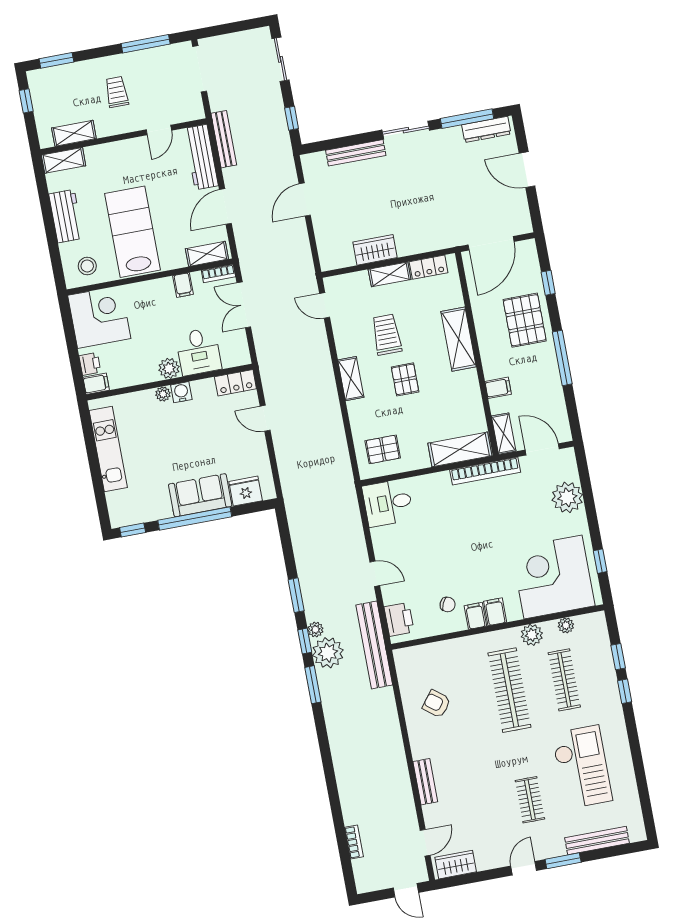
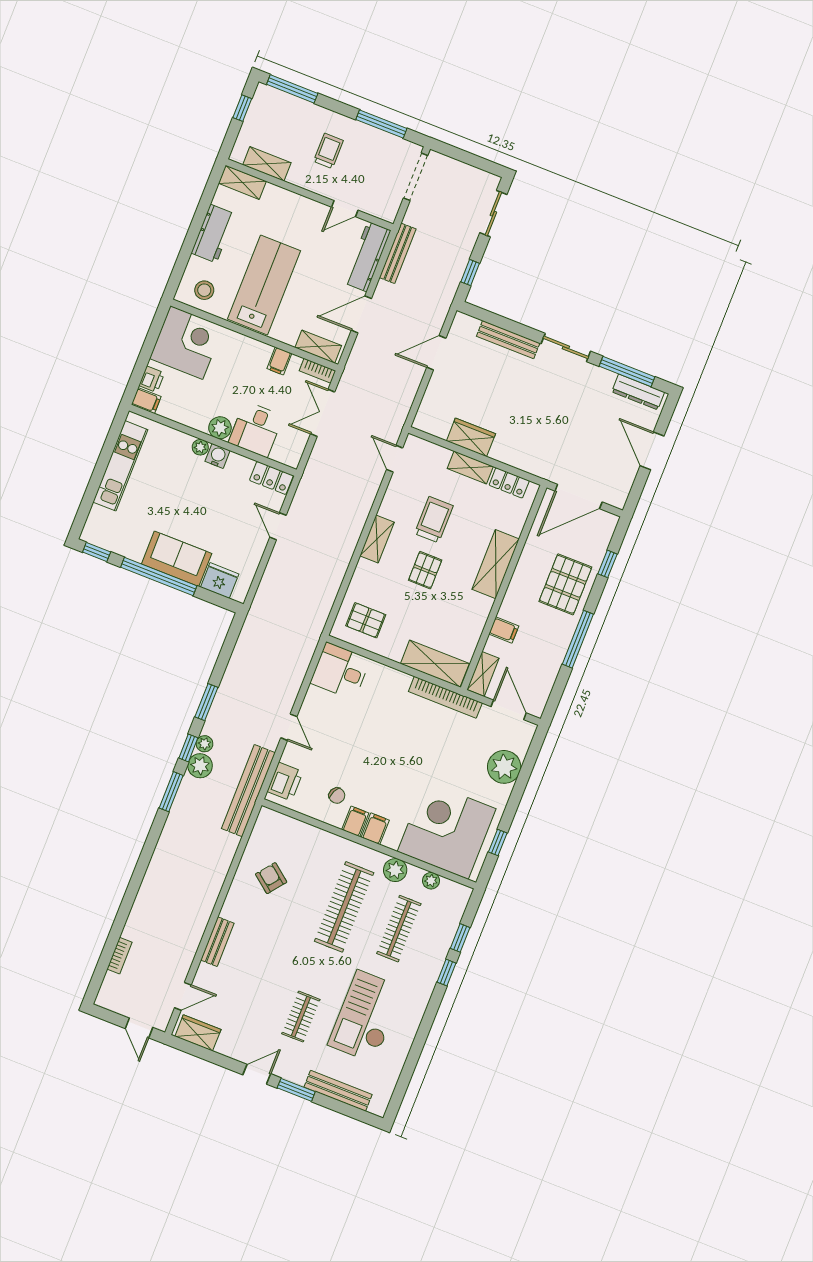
window: (56, 60) -> (292, 89), width x1.44
plant: (328, 653) -> (200, 766), width x0.73, depth x0.73
checkout: (582, 767) -> (366, 1016), turned 180

